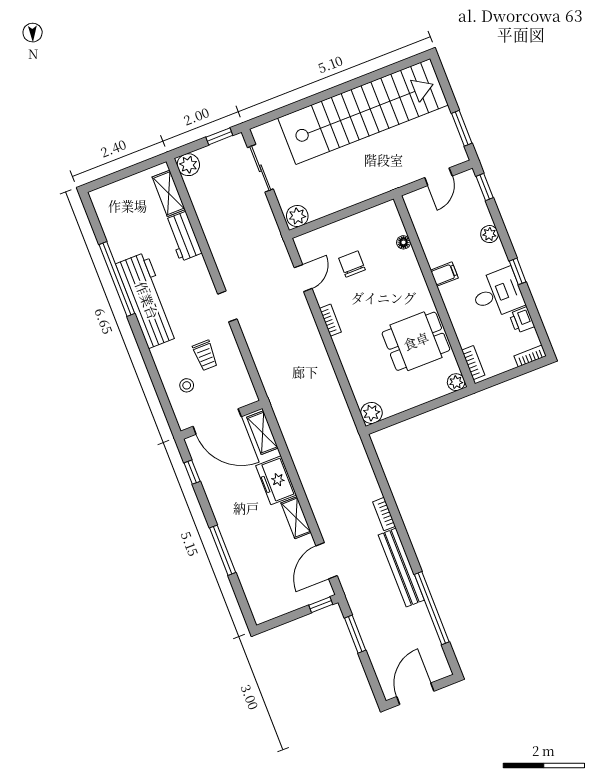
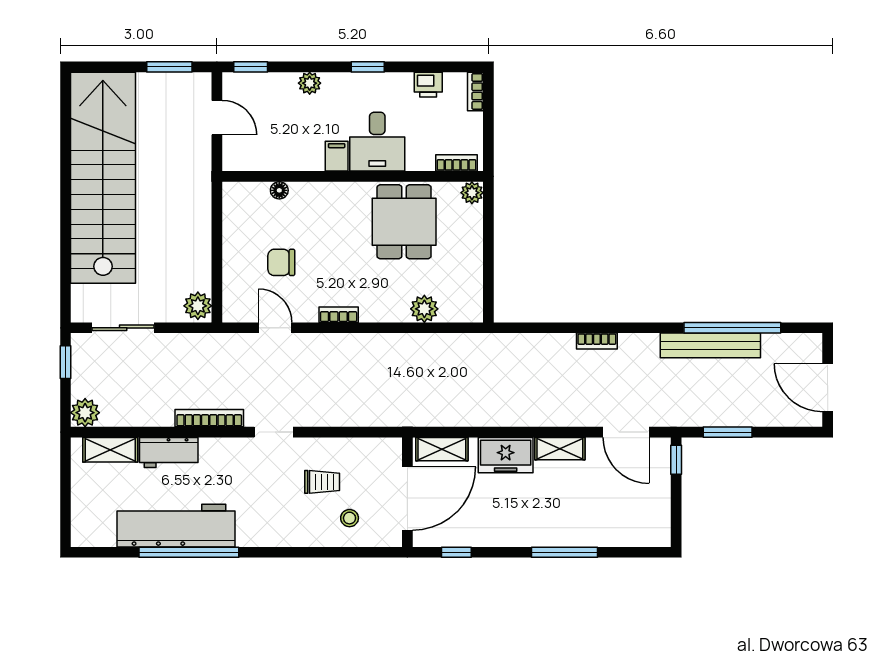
bookcase: (219, 256) -> (209, 418), added
desk: (497, 294) -> (377, 142), moved, turned 180
workbench: (147, 300) -> (176, 526), moved
plant: (371, 413) -> (424, 309), moved
bench: (401, 567) -> (710, 345), moved

